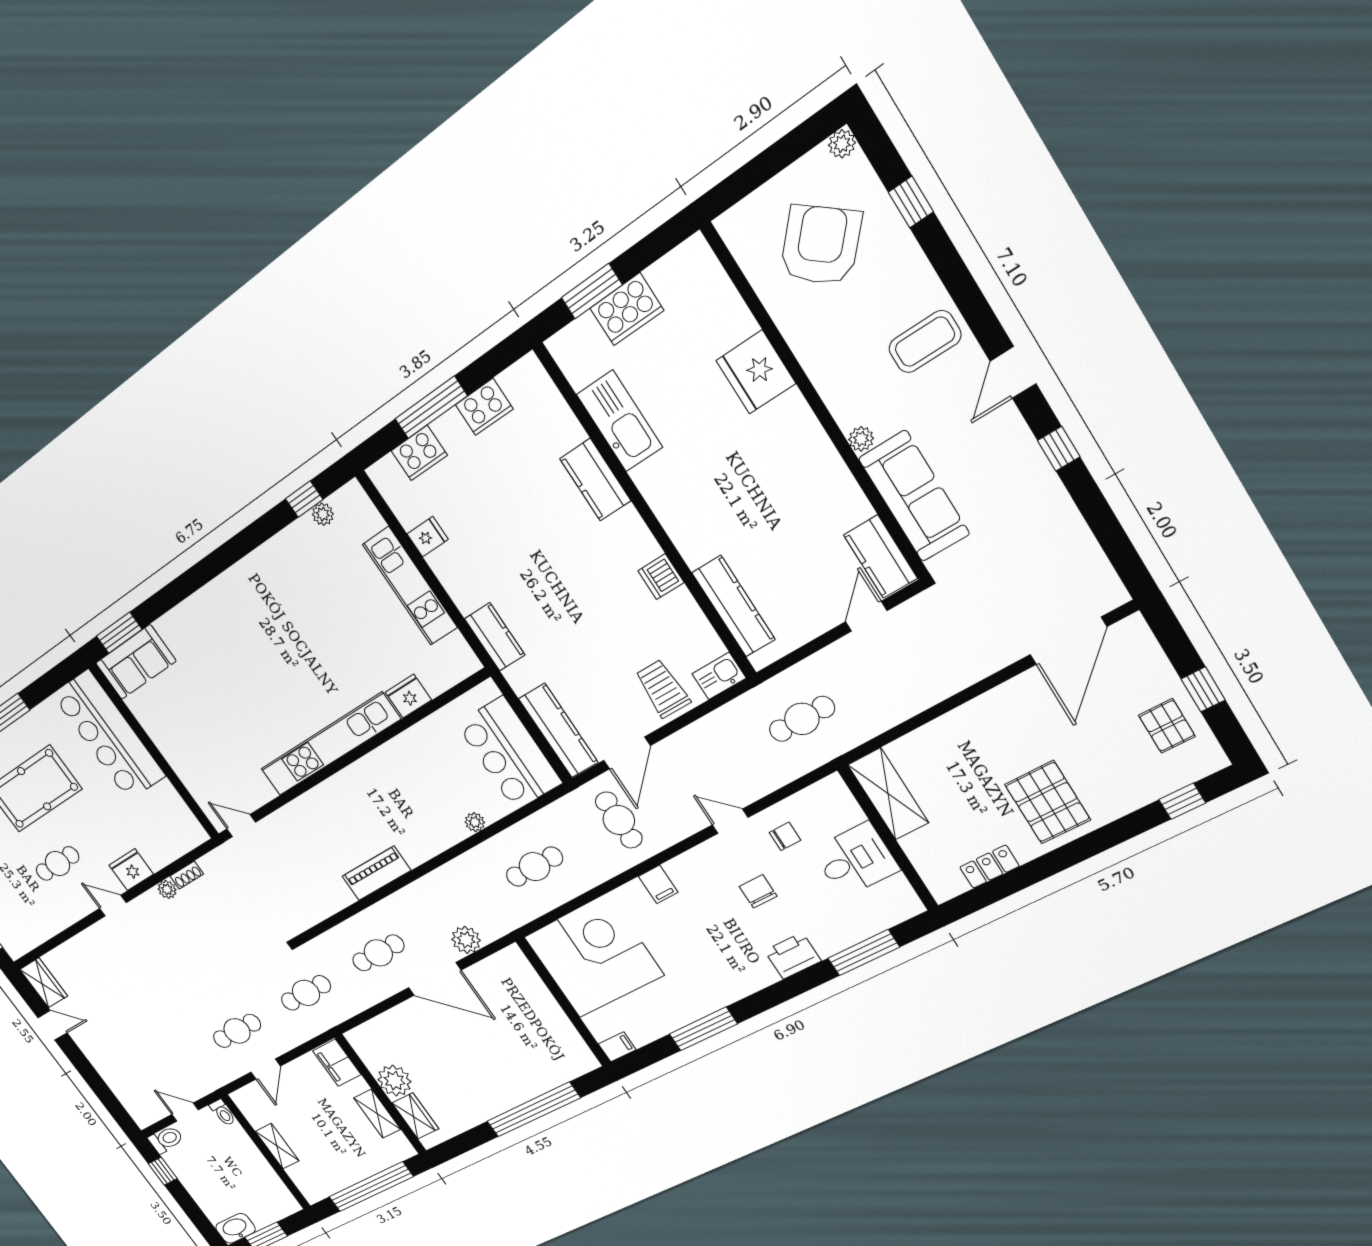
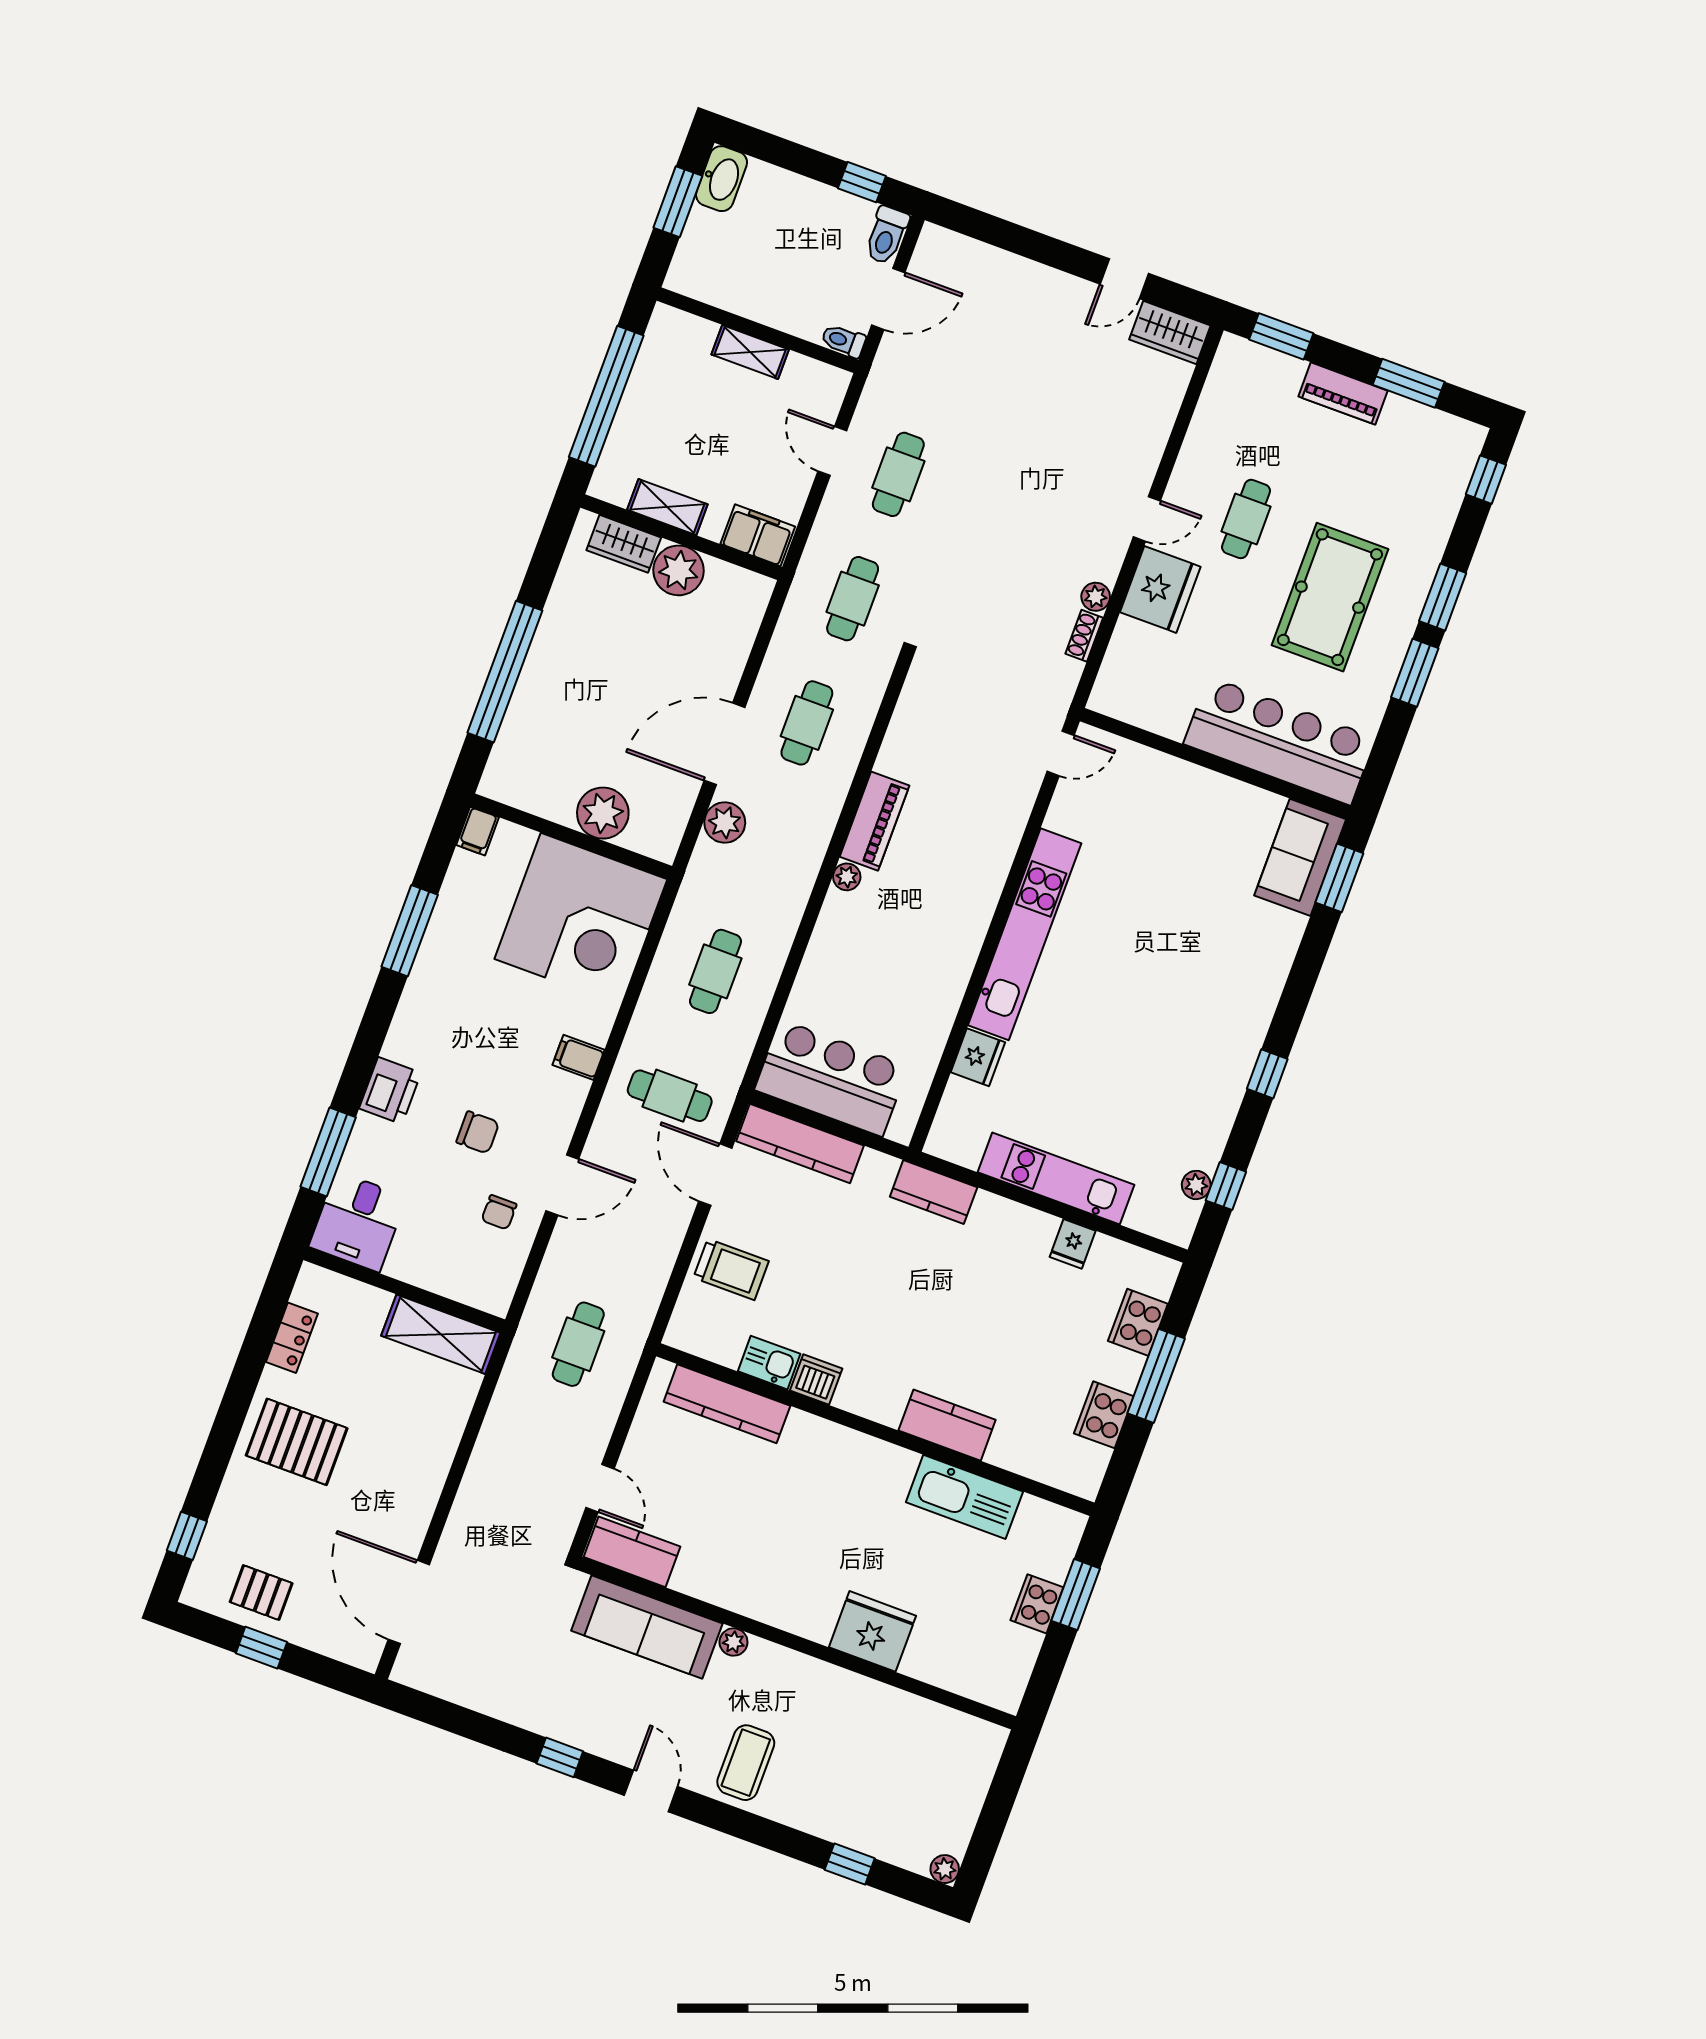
armchair: (821, 245) -> (899, 1777), removed
cooker: (627, 309) -> (1037, 1604), width x0.73, depth x0.76
window: (234, 550) -> (1267, 1074), added
kitchen sink: (719, 676) -> (769, 1363), moved, turned -90
door: (730, 821) -> (562, 1185), width x1.38
plant: (475, 822) -> (847, 877), moved
desk: (855, 860) -> (358, 1222), moved
fridge: (131, 870) -> (1160, 589), width x1.36, depth x1.34
plant: (535, 999) -> (603, 813), added
door: (185, 1112) -> (888, 299), width x1.38

